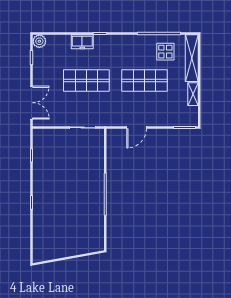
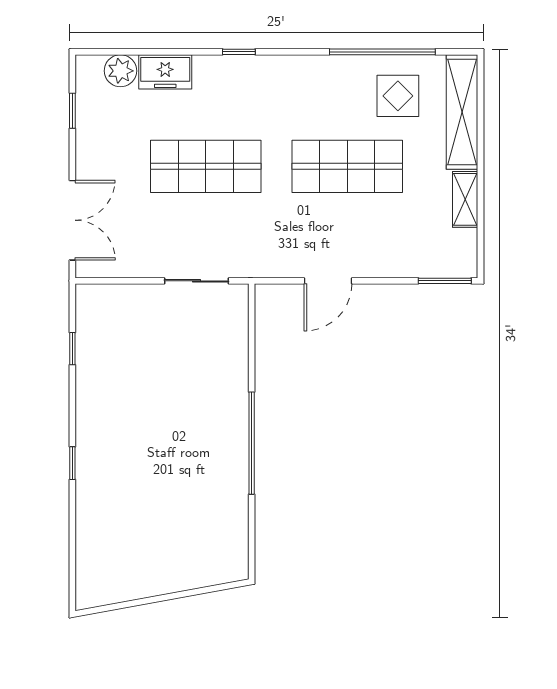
plant: (39, 41) -> (120, 71), moved
freezer: (82, 42) -> (165, 72), moved

